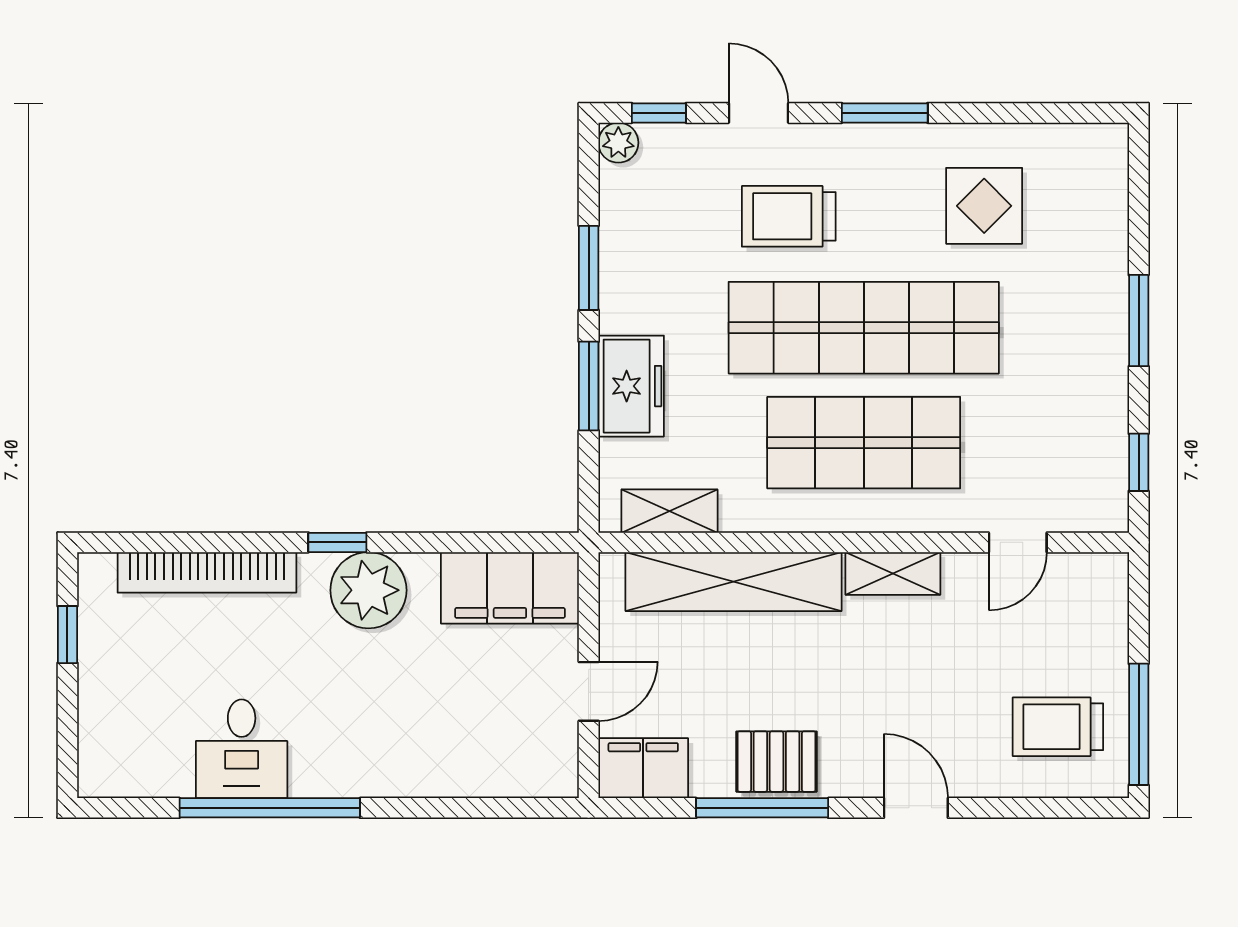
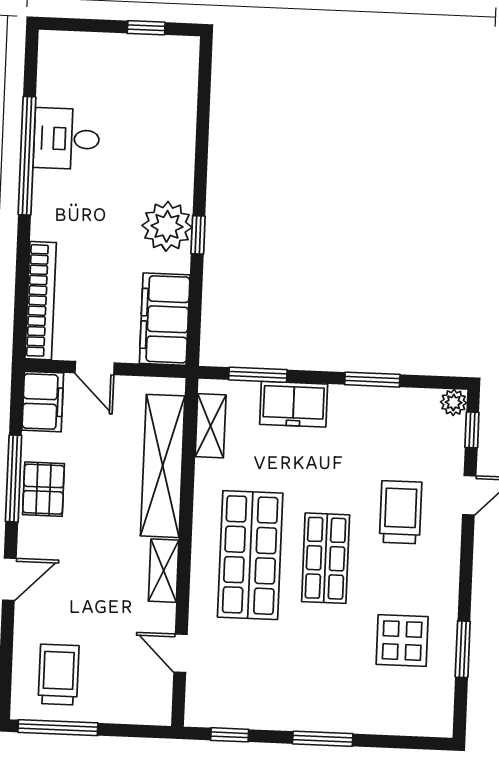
window: (885, 113) -> (463, 649), moved
shop shelf: (864, 328) -> (326, 558), width x0.50, depth x0.74
window: (589, 386) -> (258, 375), moved
window: (337, 542) -> (198, 235), moved
bookcase: (207, 572) -> (41, 301), moved, turned 180

